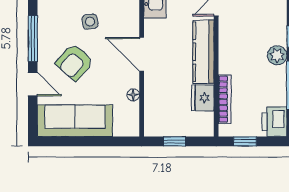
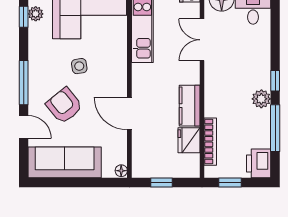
kitchen counter: (203, 52) -> (190, 106), width x0.67
door: (142, 54) -> (129, 113), moved
armchair: (75, 62) -> (64, 106), turned 100
floor lamp: (133, 95) -> (121, 171), moved

